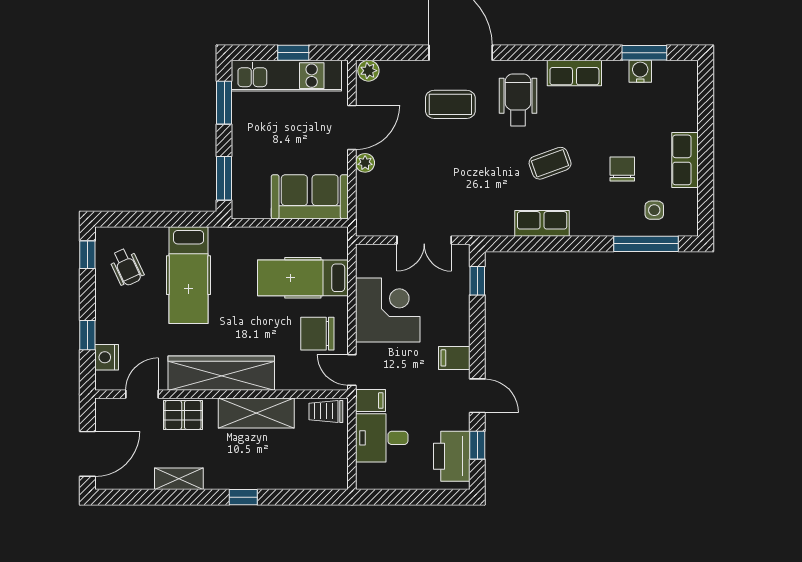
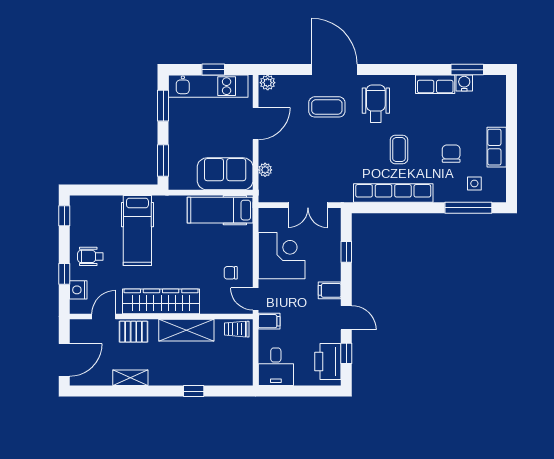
row of seats: (574, 73) -> (435, 84), moved
plant: (365, 163) -> (265, 170), moved
coffee table: (550, 163) -> (399, 150), turned -70
row of seats: (542, 223) -> (393, 193), width x2.02
wheelchair: (127, 267) -> (90, 256), moved, turned 115
hospital bed: (303, 278) -> (220, 210), moved
window: (477, 281) -> (346, 252), moved
chair: (317, 334) -> (231, 273), width x0.54, depth x0.54
desk: (382, 438) -> (276, 367), moved, turned -90
window: (243, 497) -> (194, 391), moved

